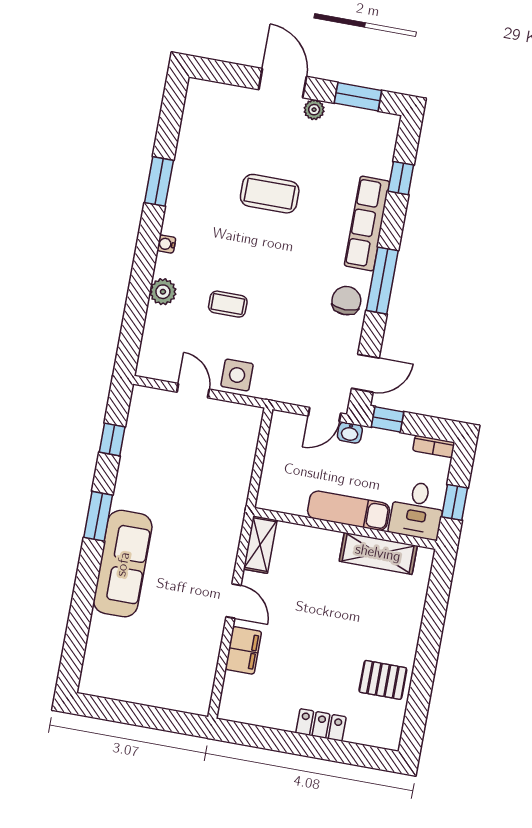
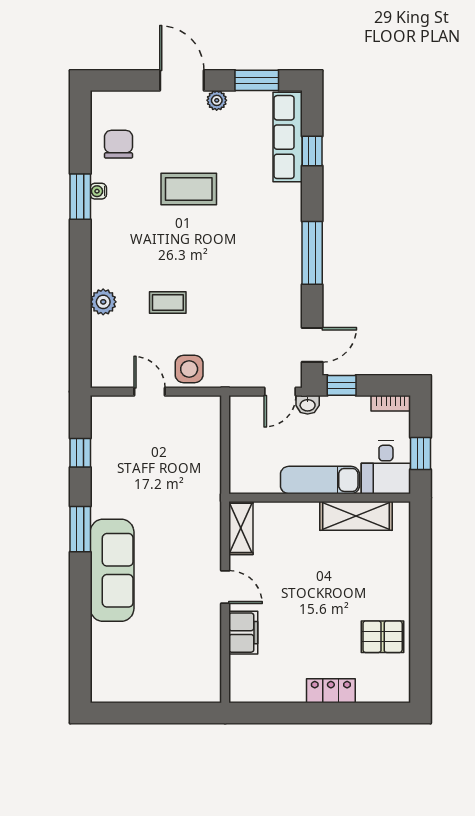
row of seats: (367, 223) -> (288, 137), moved
water cooler: (166, 244) -> (98, 191), moved
chair: (346, 301) -> (119, 144), moved

